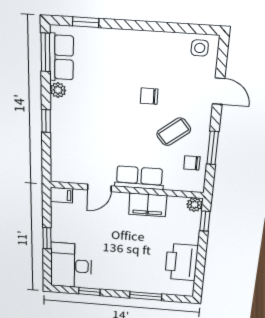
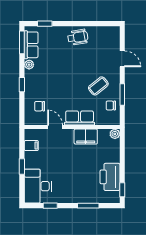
side table: (200, 48) -> (109, 34), removed
wheelchair: (143, 50) -> (78, 37), added
chair: (149, 96) -> (40, 106), moved
door: (99, 188) -> (55, 127), swing flipped
filing cabinet: (61, 195) -> (31, 146), moved
window: (205, 221) -> (122, 190), moved

